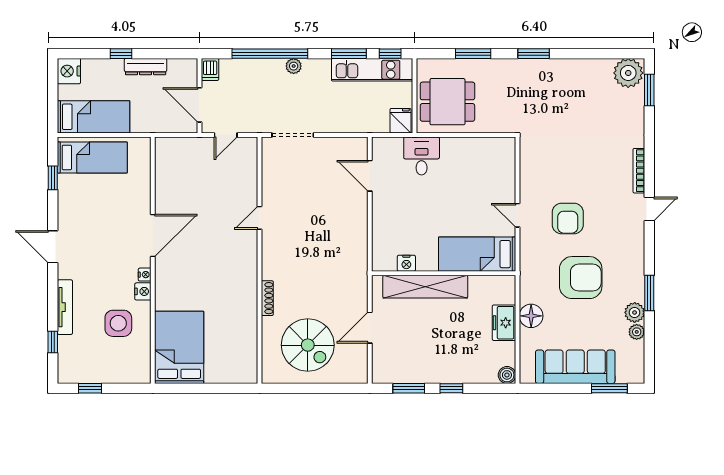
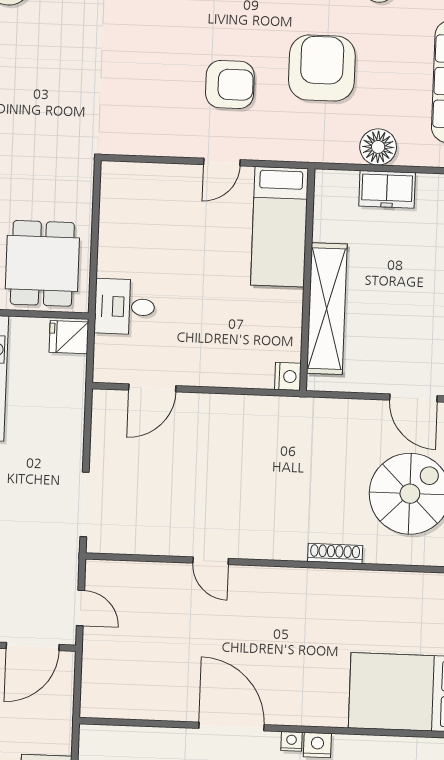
nightstand: (406, 263) -> (288, 376), moved
door: (370, 328) -> (413, 398), moved

